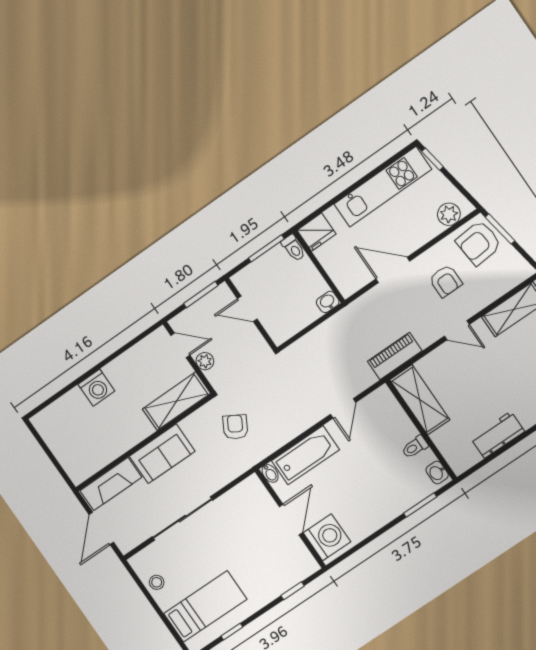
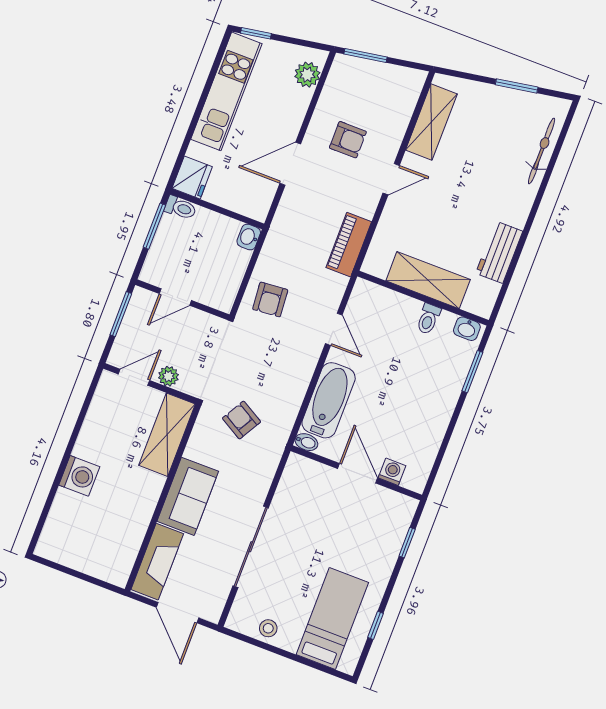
armchair: (479, 243) -> (270, 300), moved, width x0.72, depth x0.72
shelving: (420, 400) -> (428, 280), moved
washing machine: (327, 537) -> (392, 472), width x0.53, depth x0.53

